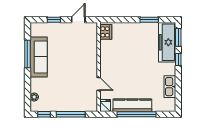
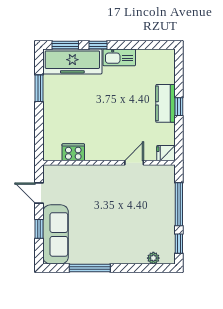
cooker: (106, 32) -> (73, 152), moved
sofa: (39, 57) -> (56, 234), moved, turned 90
kitchen sink: (170, 87) -> (119, 57), moved
kitchen counter: (132, 105) -> (165, 103), width x0.67
window: (137, 114) -> (179, 107), width x0.32

